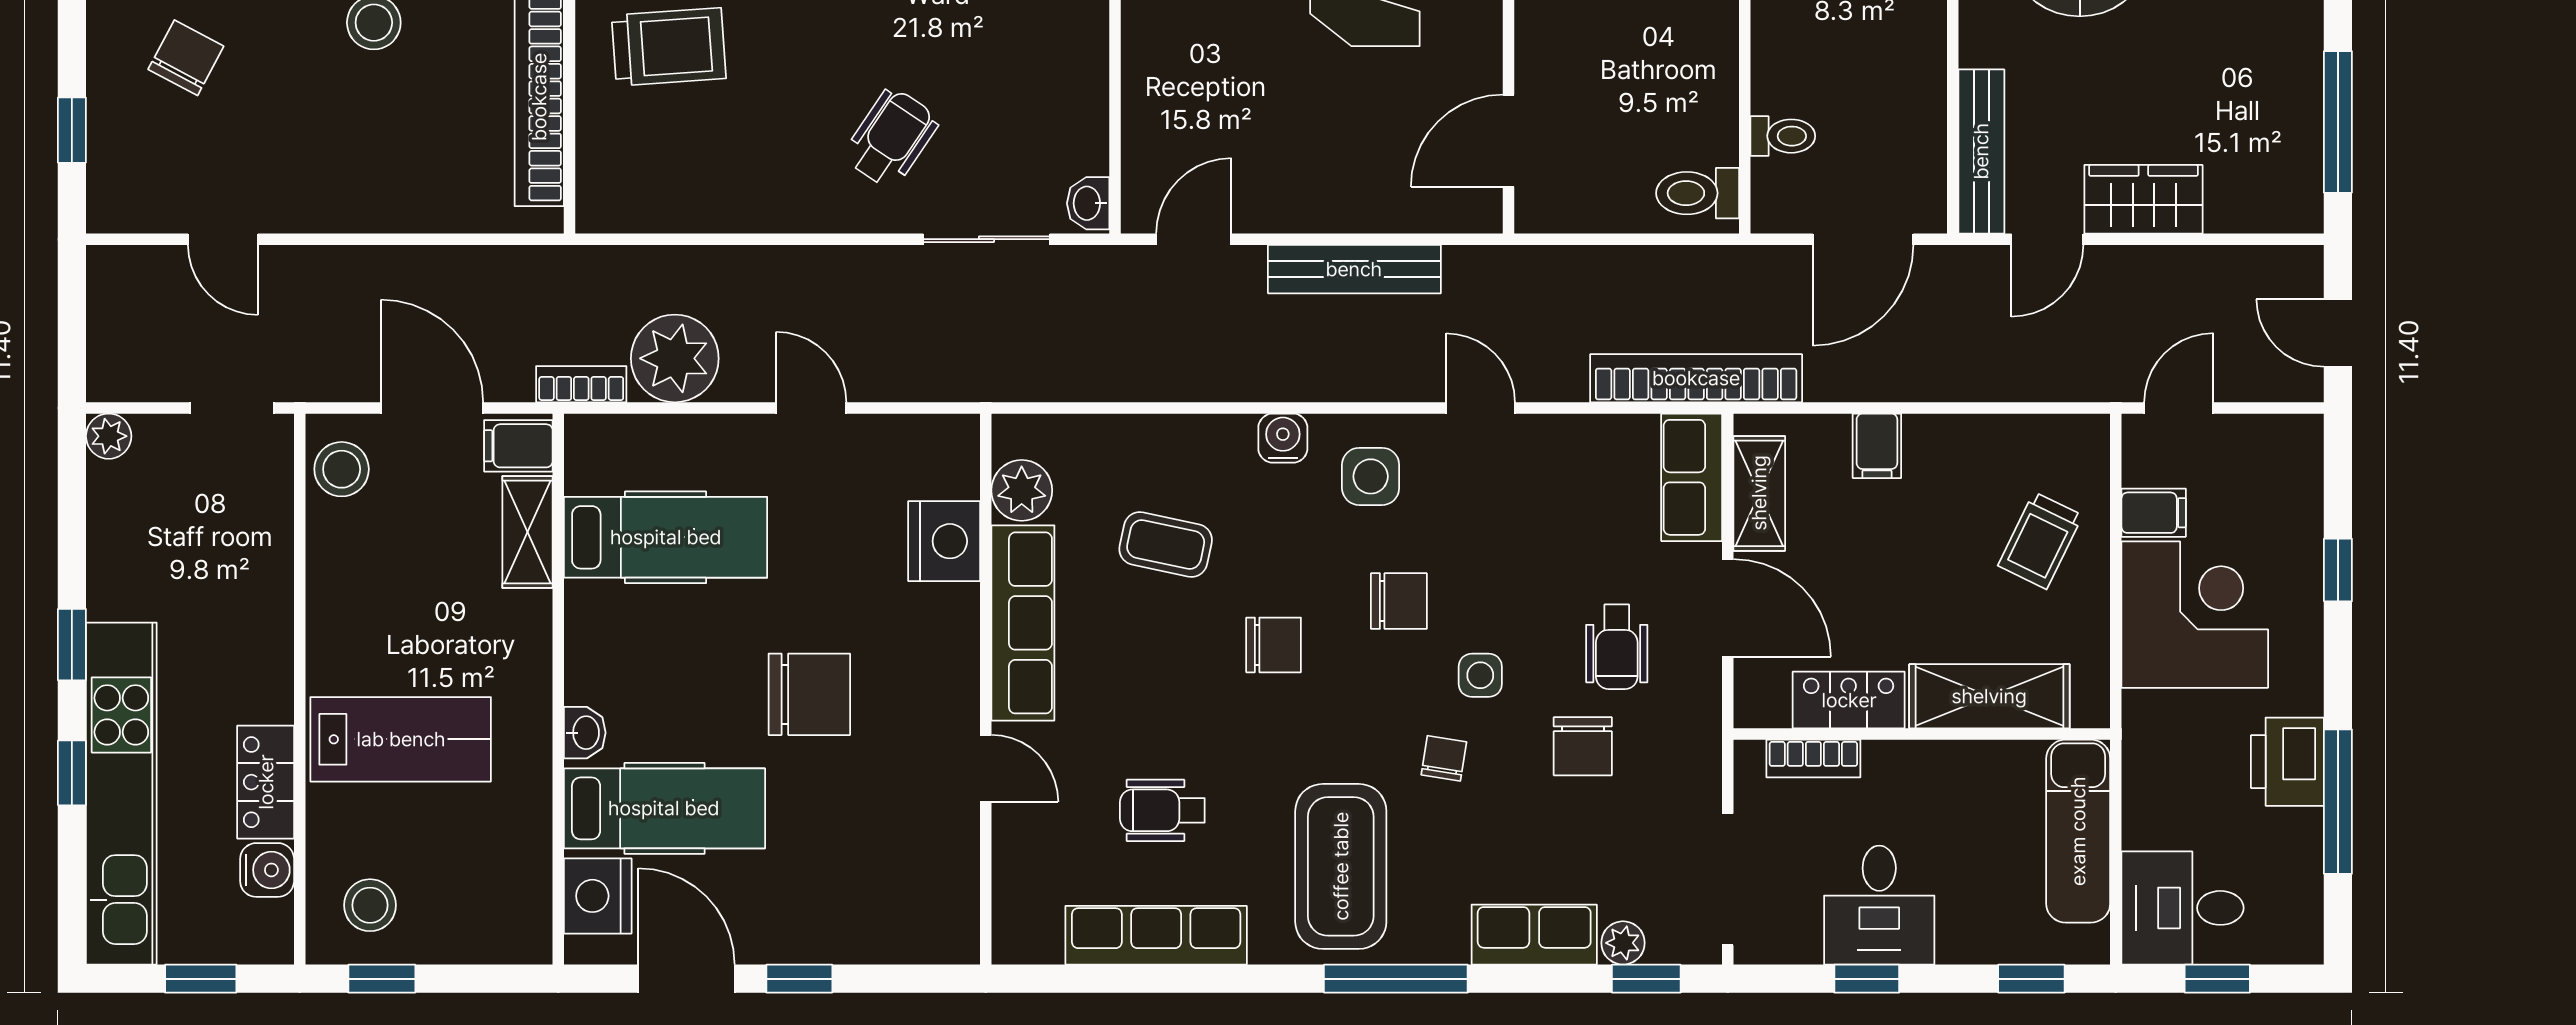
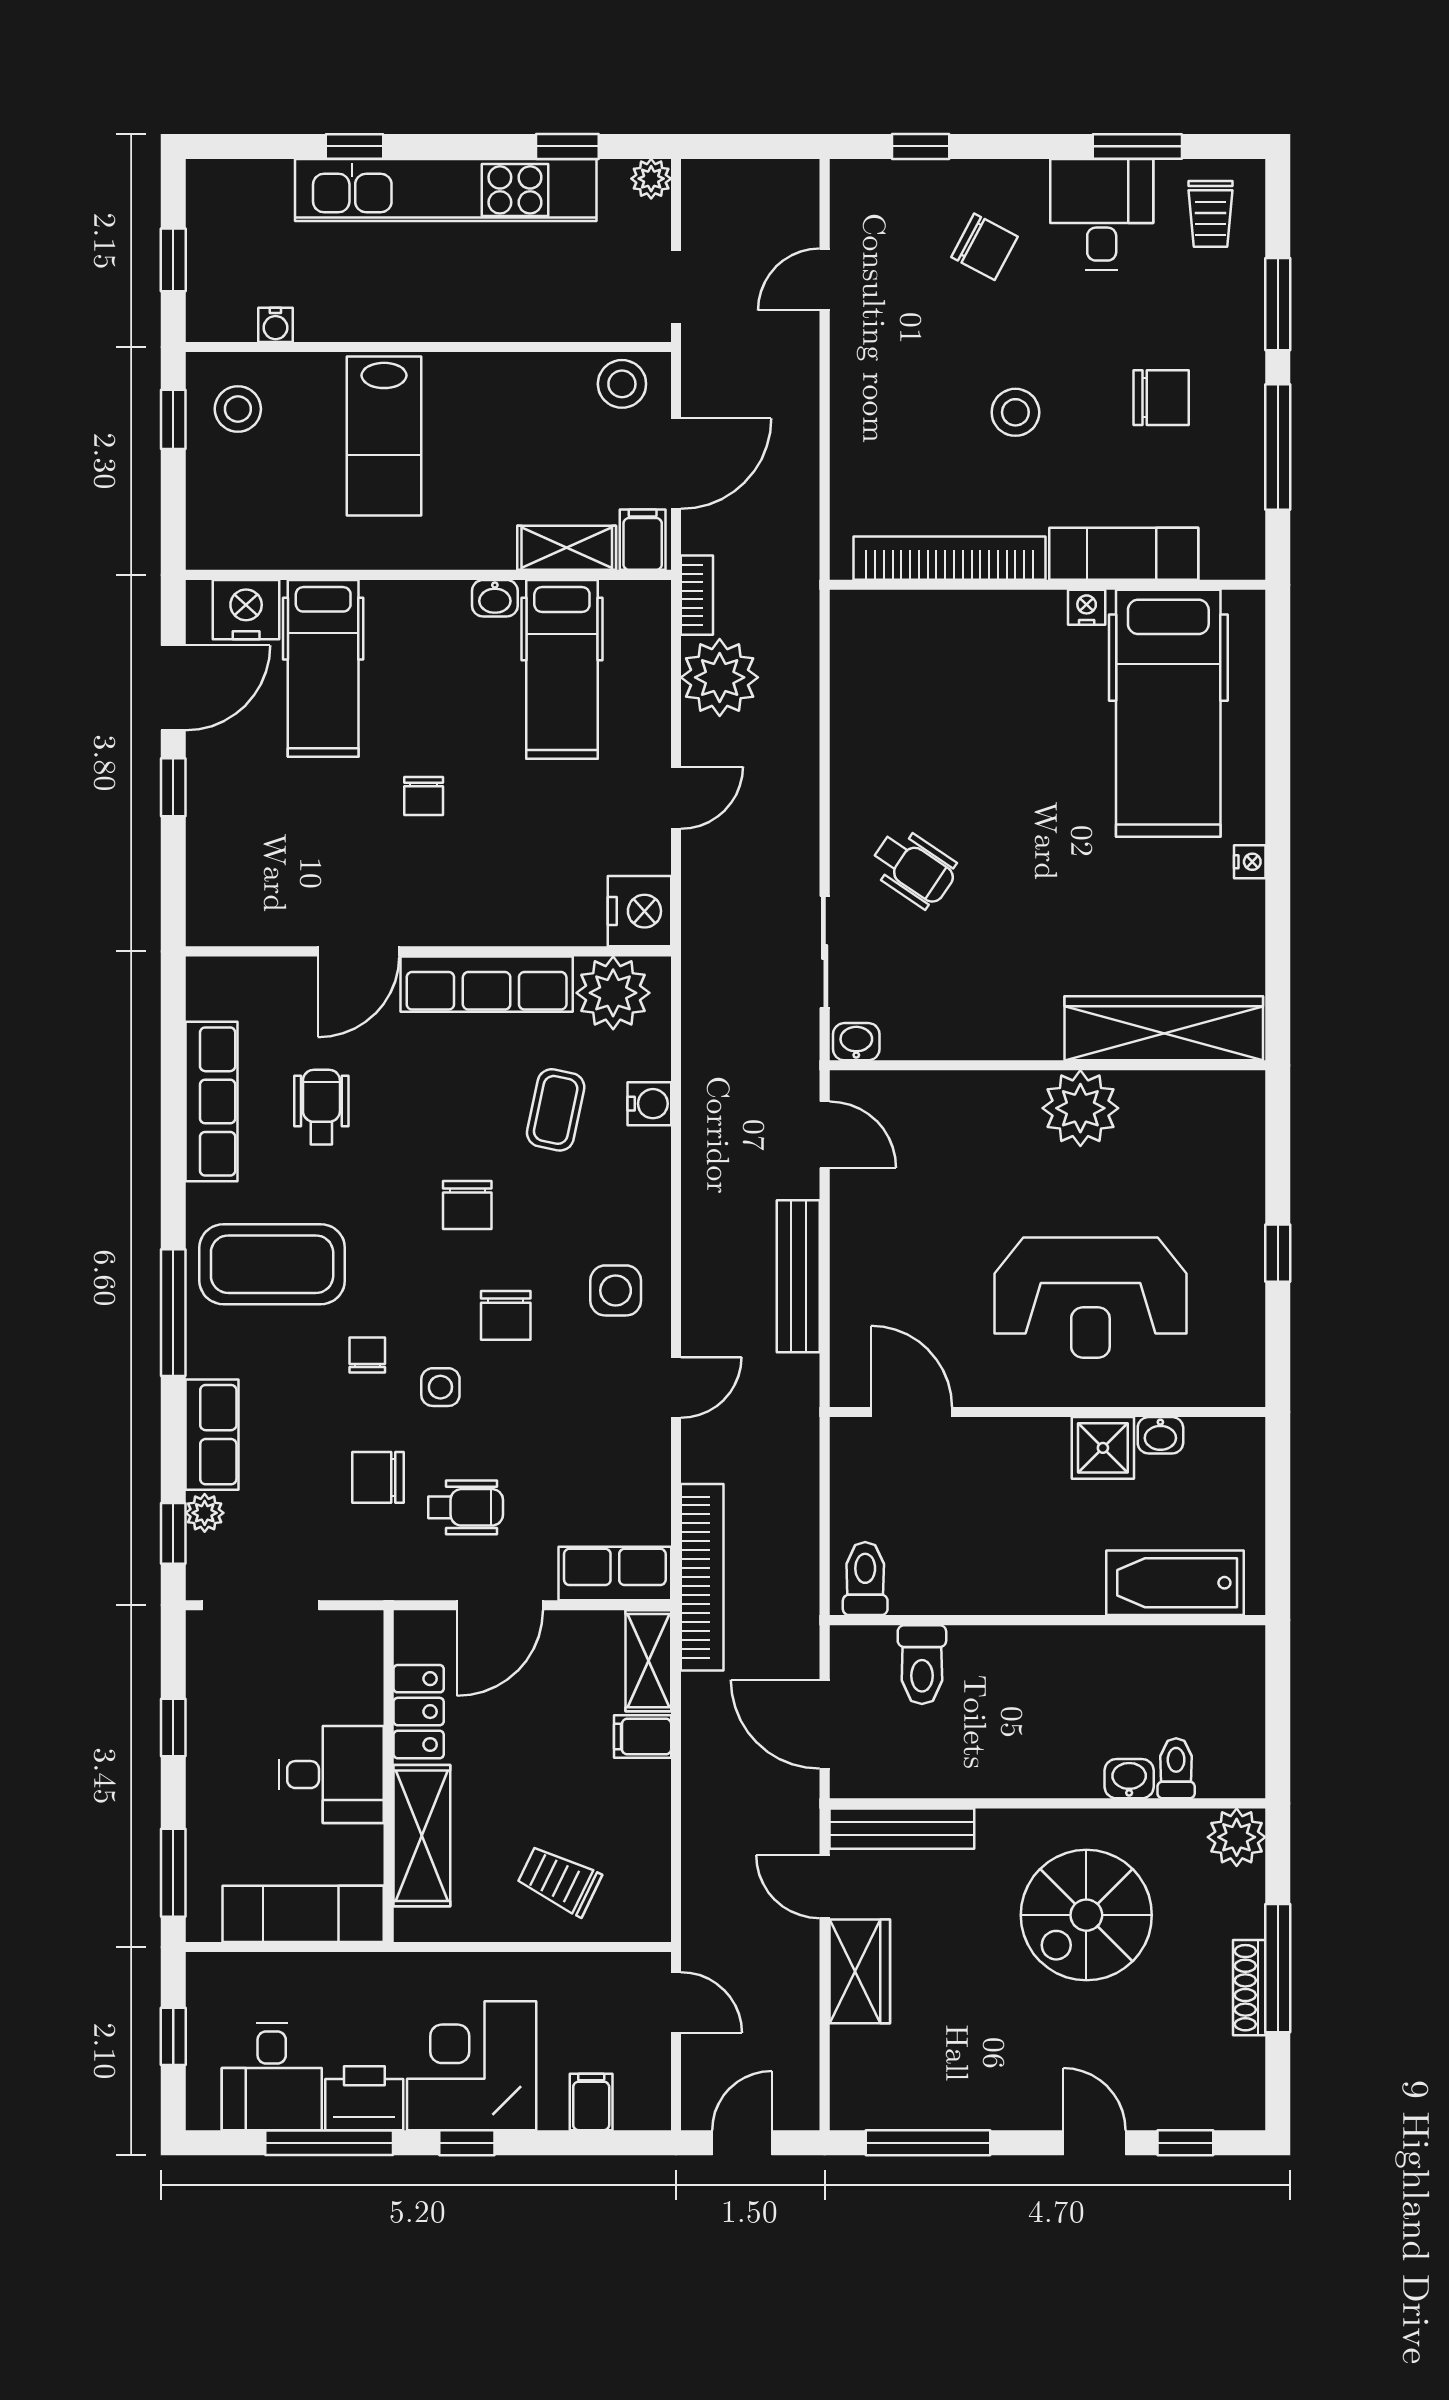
trolley: (669, 47) -> (994, 672), removed
toilet: (1783, 136) -> (922, 1665), width x1.37, depth x1.39
water cooler: (1283, 438) -> (649, 1104), moved
plant: (1022, 490) -> (613, 993), width x1.36, depth x1.36
shelving: (1759, 493) -> (648, 1661), moved, turned 90
filing cabinet: (2154, 513) -> (591, 2102), moved, turned 180
nightstand: (944, 541) -> (639, 911), moved, turned -90
window: (2338, 570) -> (467, 2143), moved
corner desk: (2195, 615) -> (472, 2066), moved, turned 180
window: (72, 645) -> (567, 146), moved
wheelchair: (1617, 647) -> (466, 1507), turned 180
chair: (809, 694) -> (424, 796), width x0.54, depth x0.54
washbasin: (585, 733) -> (495, 598), moved
chair: (1444, 758) -> (367, 1355), turned -99
bookcase: (1813, 758) -> (367, 1681), removed
door: (986, 768) -> (358, 951), width x1.38
locker: (266, 782) -> (346, 317), removed
kitchen unit: (121, 794) -> (446, 190), moved
water cooler: (267, 870) -> (275, 325), width x0.72, depth x0.72
desk: (1879, 905) -> (331, 1775), moved, turned 180
desk: (2183, 908) -> (272, 2077), moved, turned 180
window: (2031, 979) -> (173, 1873), width x1.50

